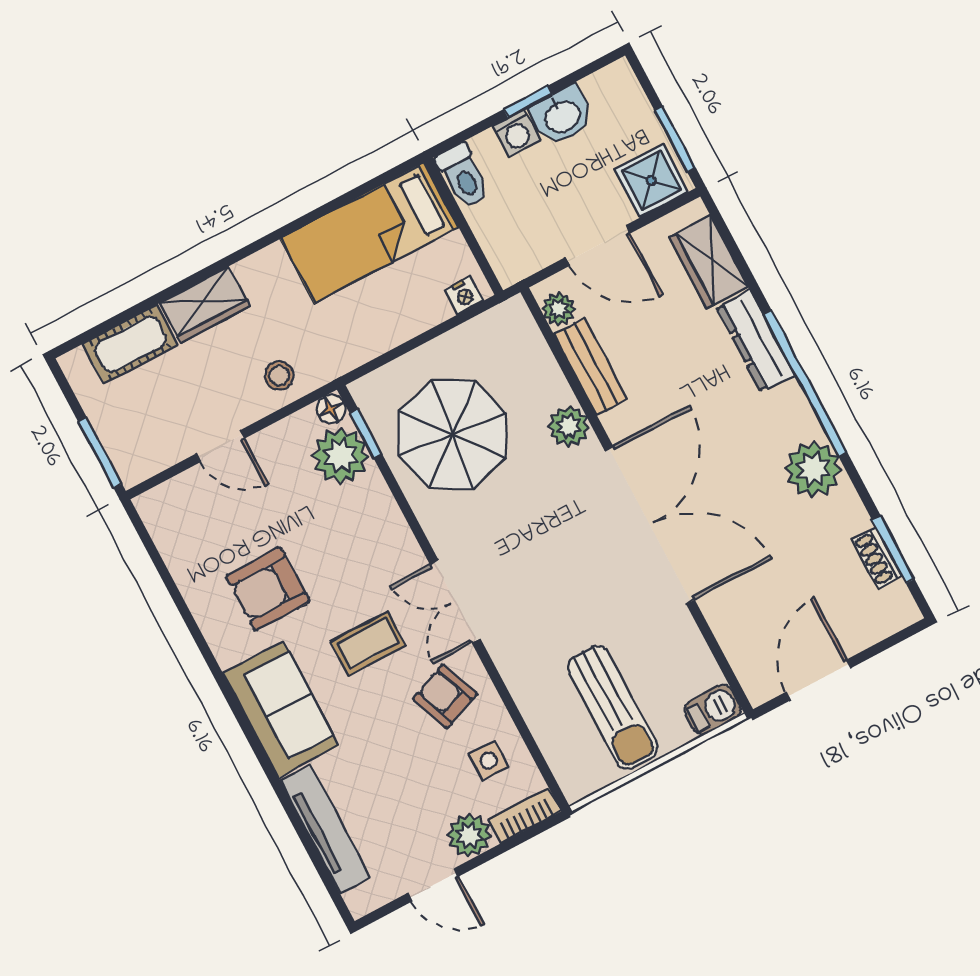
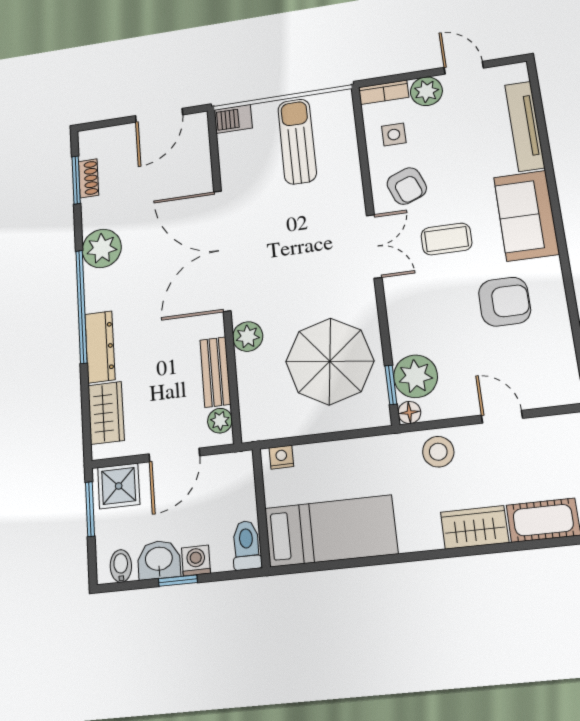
bidet: (605, 89) -> (121, 566), added
door: (598, 245) -> (174, 455), swing flipped
stool: (279, 376) -> (438, 452), width x1.37, depth x1.37

